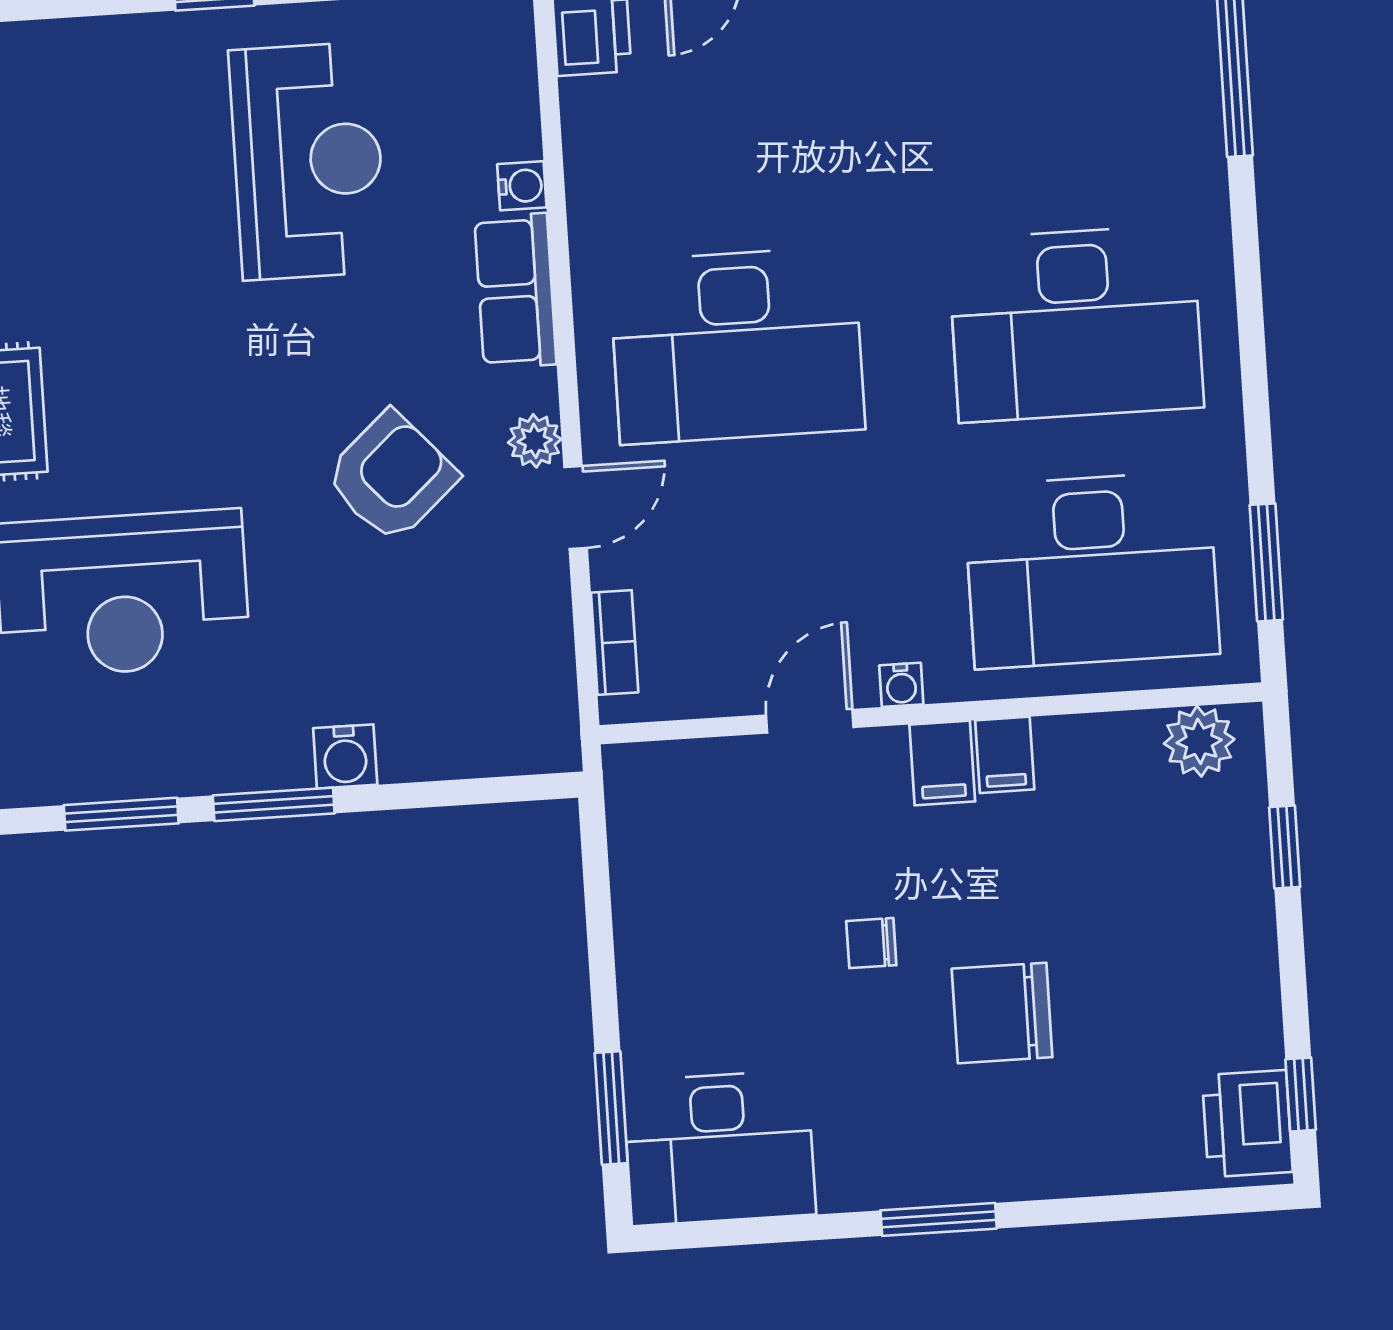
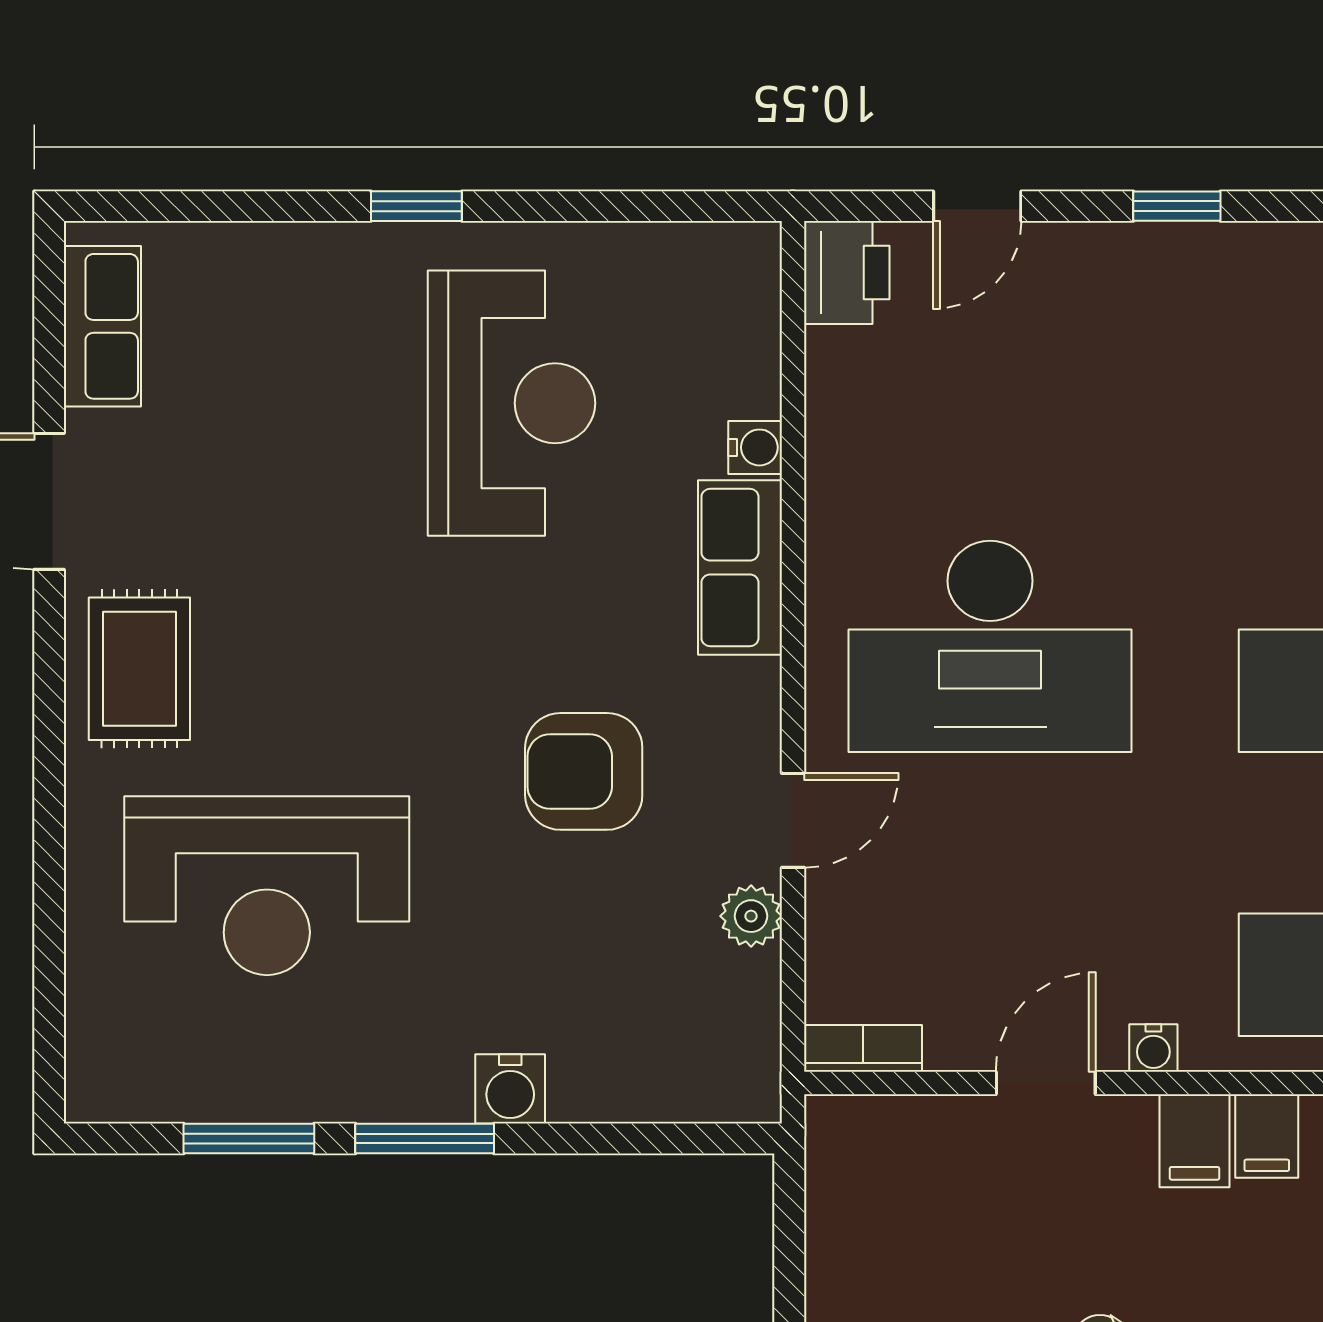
plant: (535, 441) -> (751, 916), moved
armchair: (391, 477) -> (584, 771), turned -138
bookcase: (615, 642) -> (863, 1048), moved, turned -90

